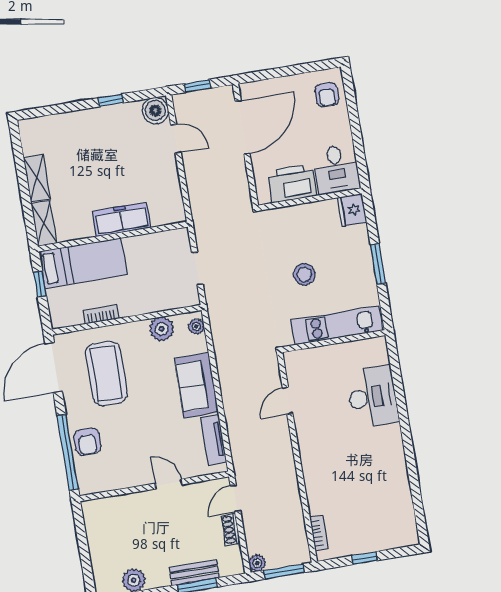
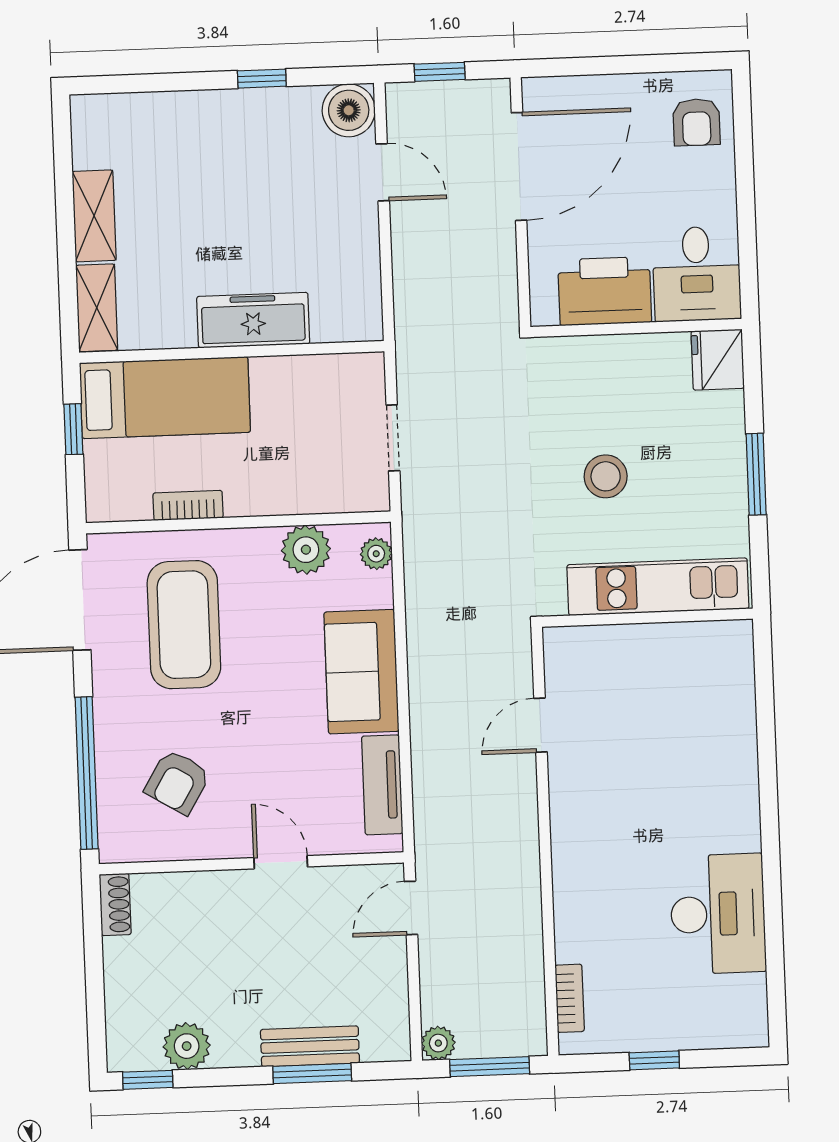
desk: (372, 397) -> (718, 914), moved
armchair: (87, 442) -> (178, 782), moved, turned 31
shoe rack: (231, 530) -> (115, 904), moved, turned 180

